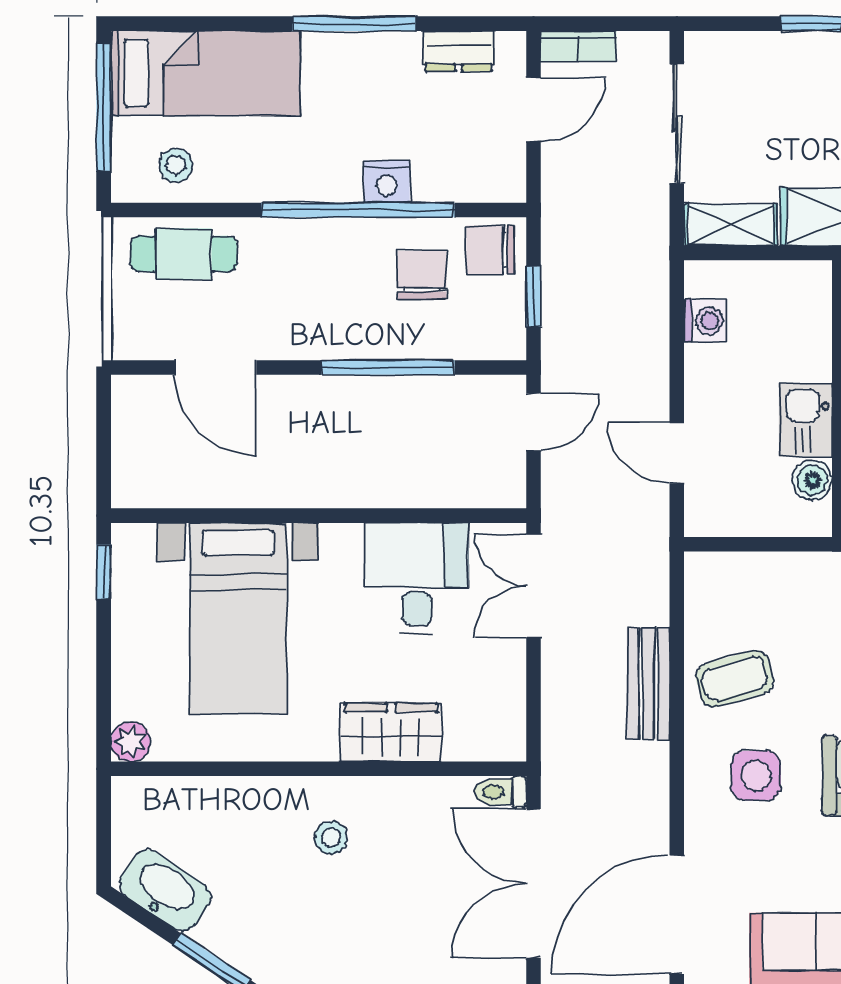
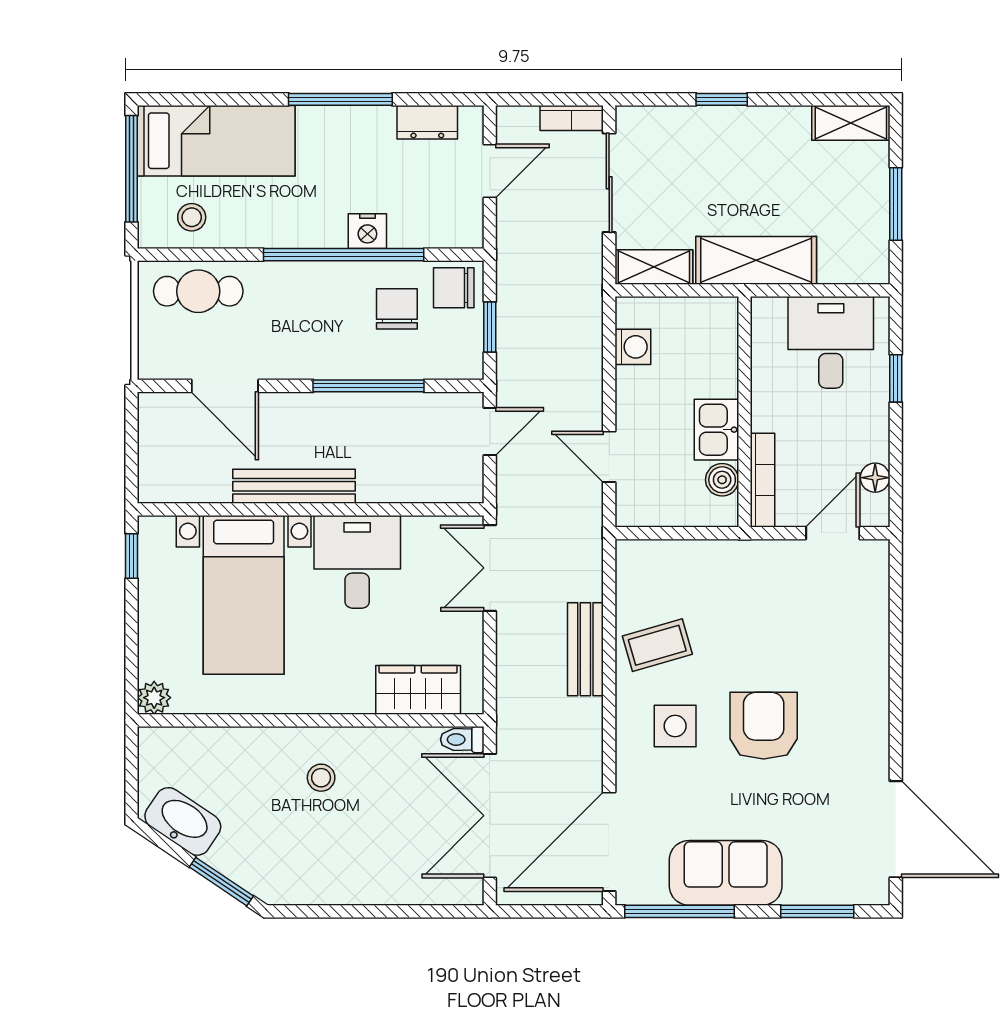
bookcase: (579, 46) -> (572, 118), moved
bench: (299, 488) -> (294, 486), added
desk: (417, 579) -> (357, 562), moved
wardrobe: (391, 732) -> (418, 690), moved

